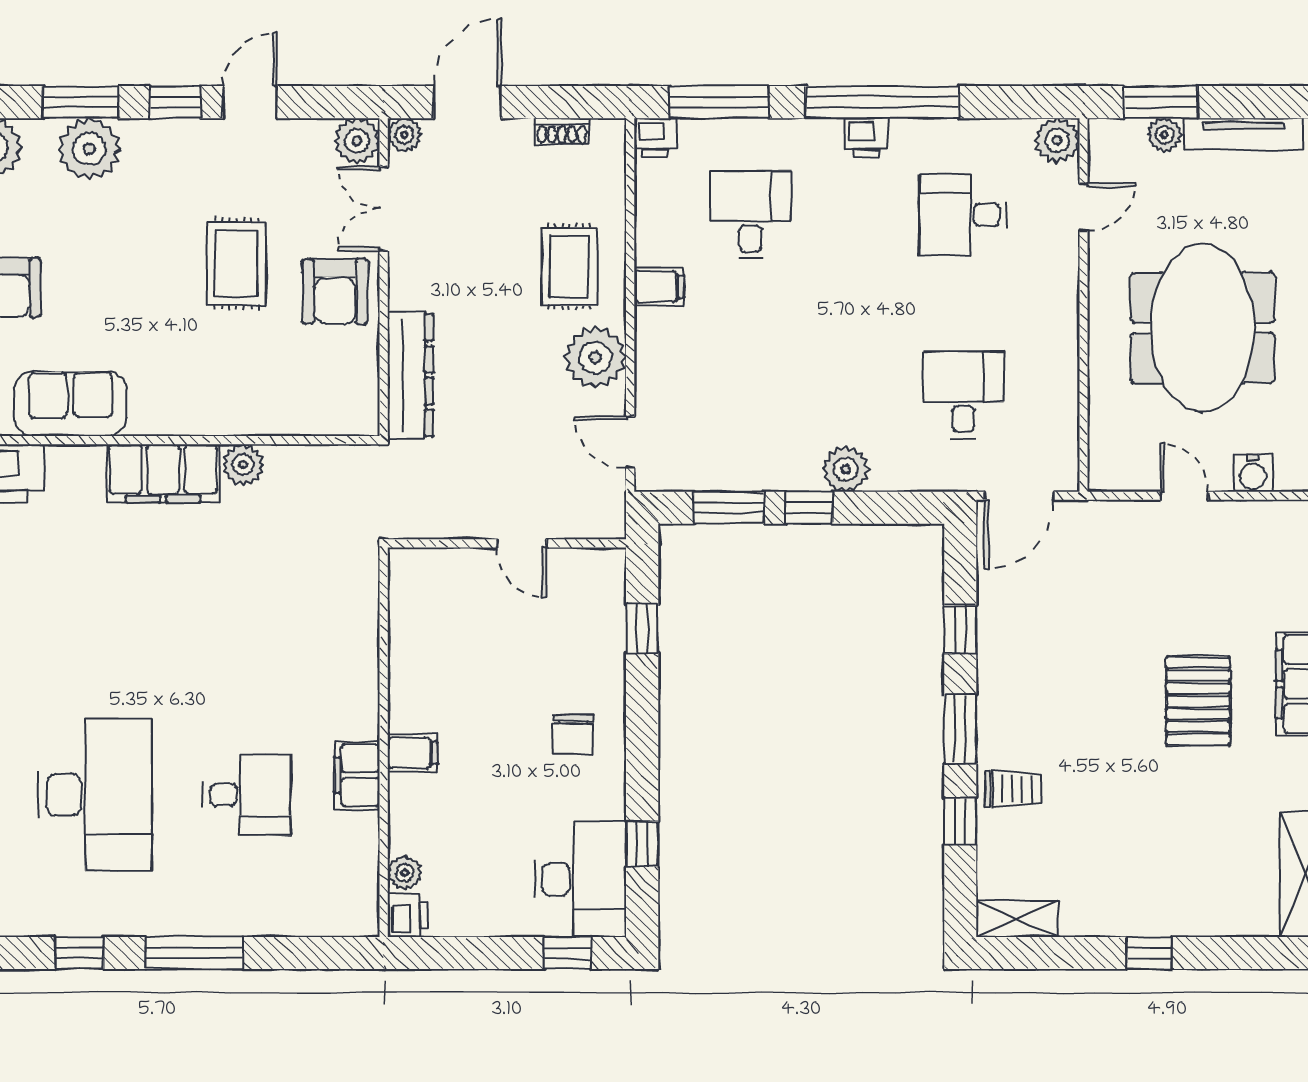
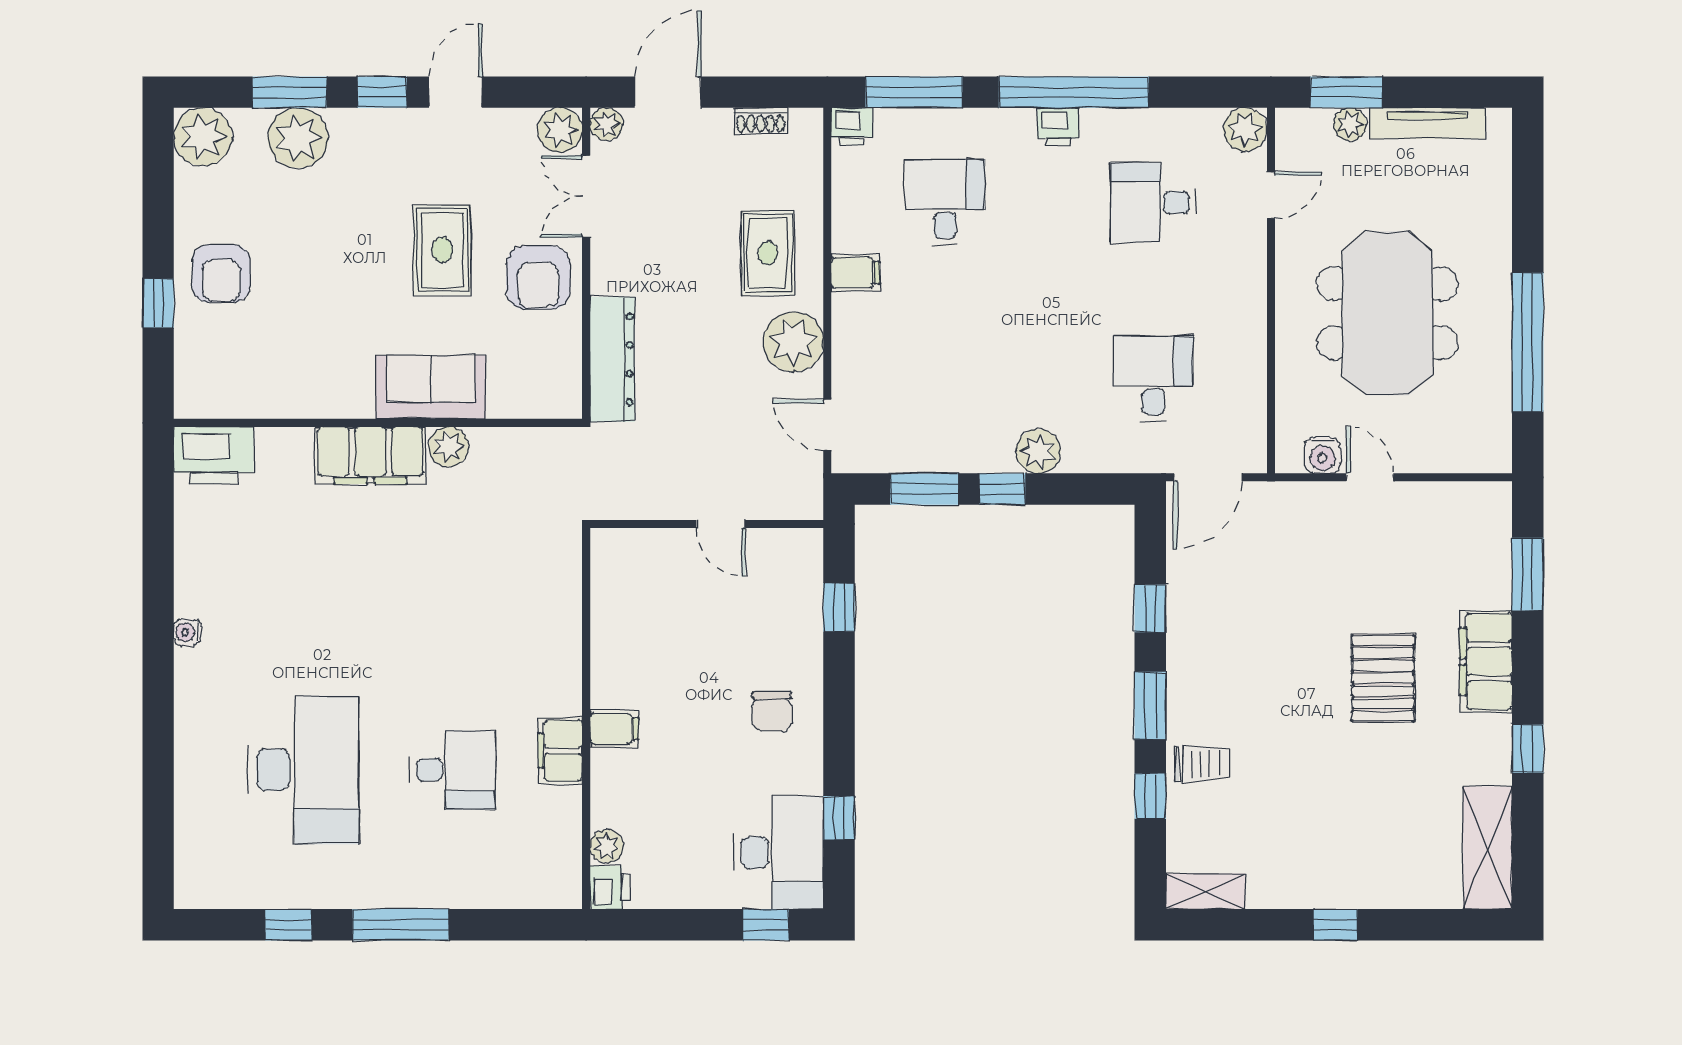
sofa: (71, 404) -> (431, 387), moved
water cooler: (1253, 473) -> (1322, 455), moved

